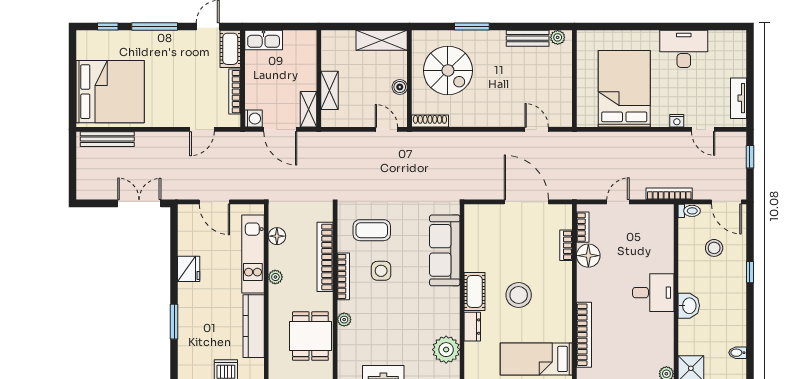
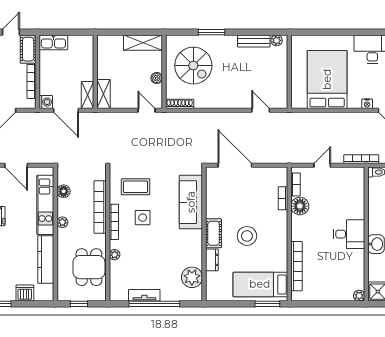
shelving: (330, 90) -> (103, 94), moved
door: (526, 202) -> (235, 165), moved

